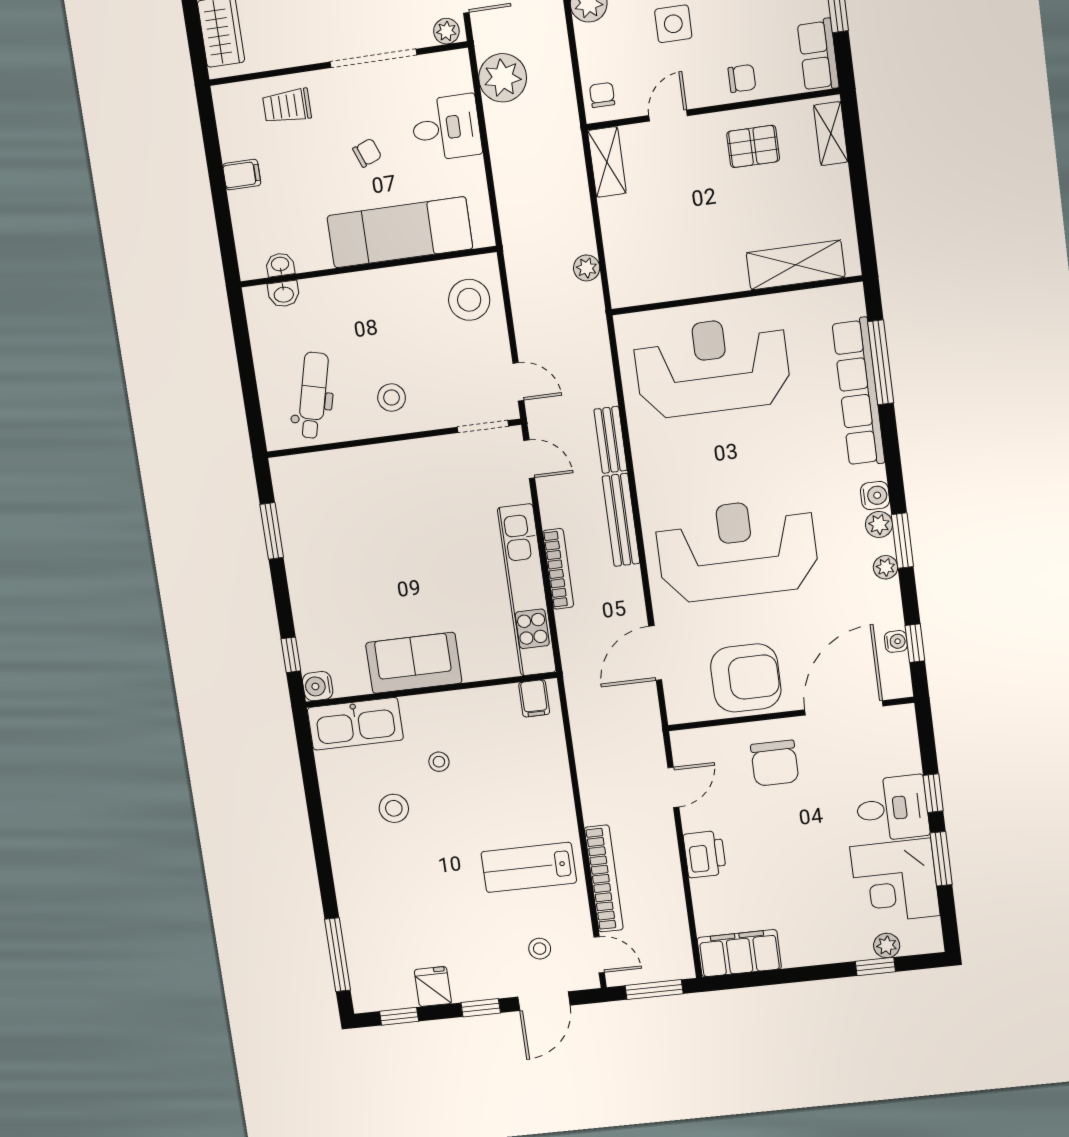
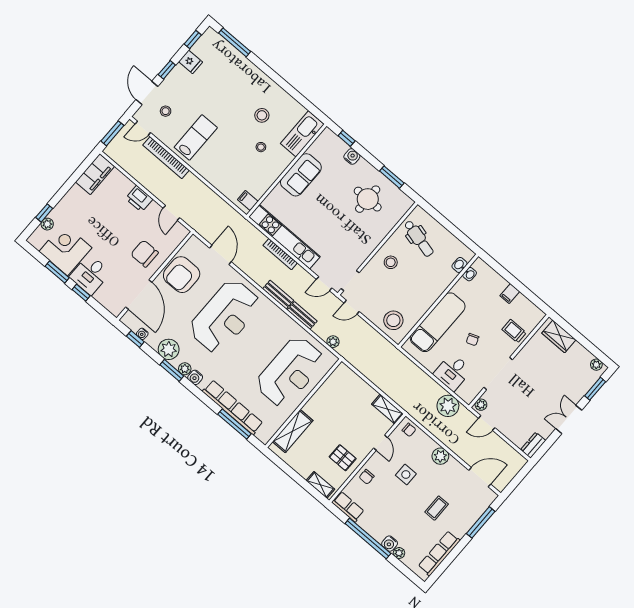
trolley: (287, 106) -> (514, 331), turned -90
pallet: (753, 146) -> (343, 458), turned 90
plant: (587, 268) -> (333, 342), moved
bench: (621, 520) -> (278, 295), width x0.73
round table: (341, 531) -> (368, 199), added
plant: (886, 567) -> (169, 349), width x1.87, depth x1.87
water cooler: (318, 686) -> (352, 156), moved

